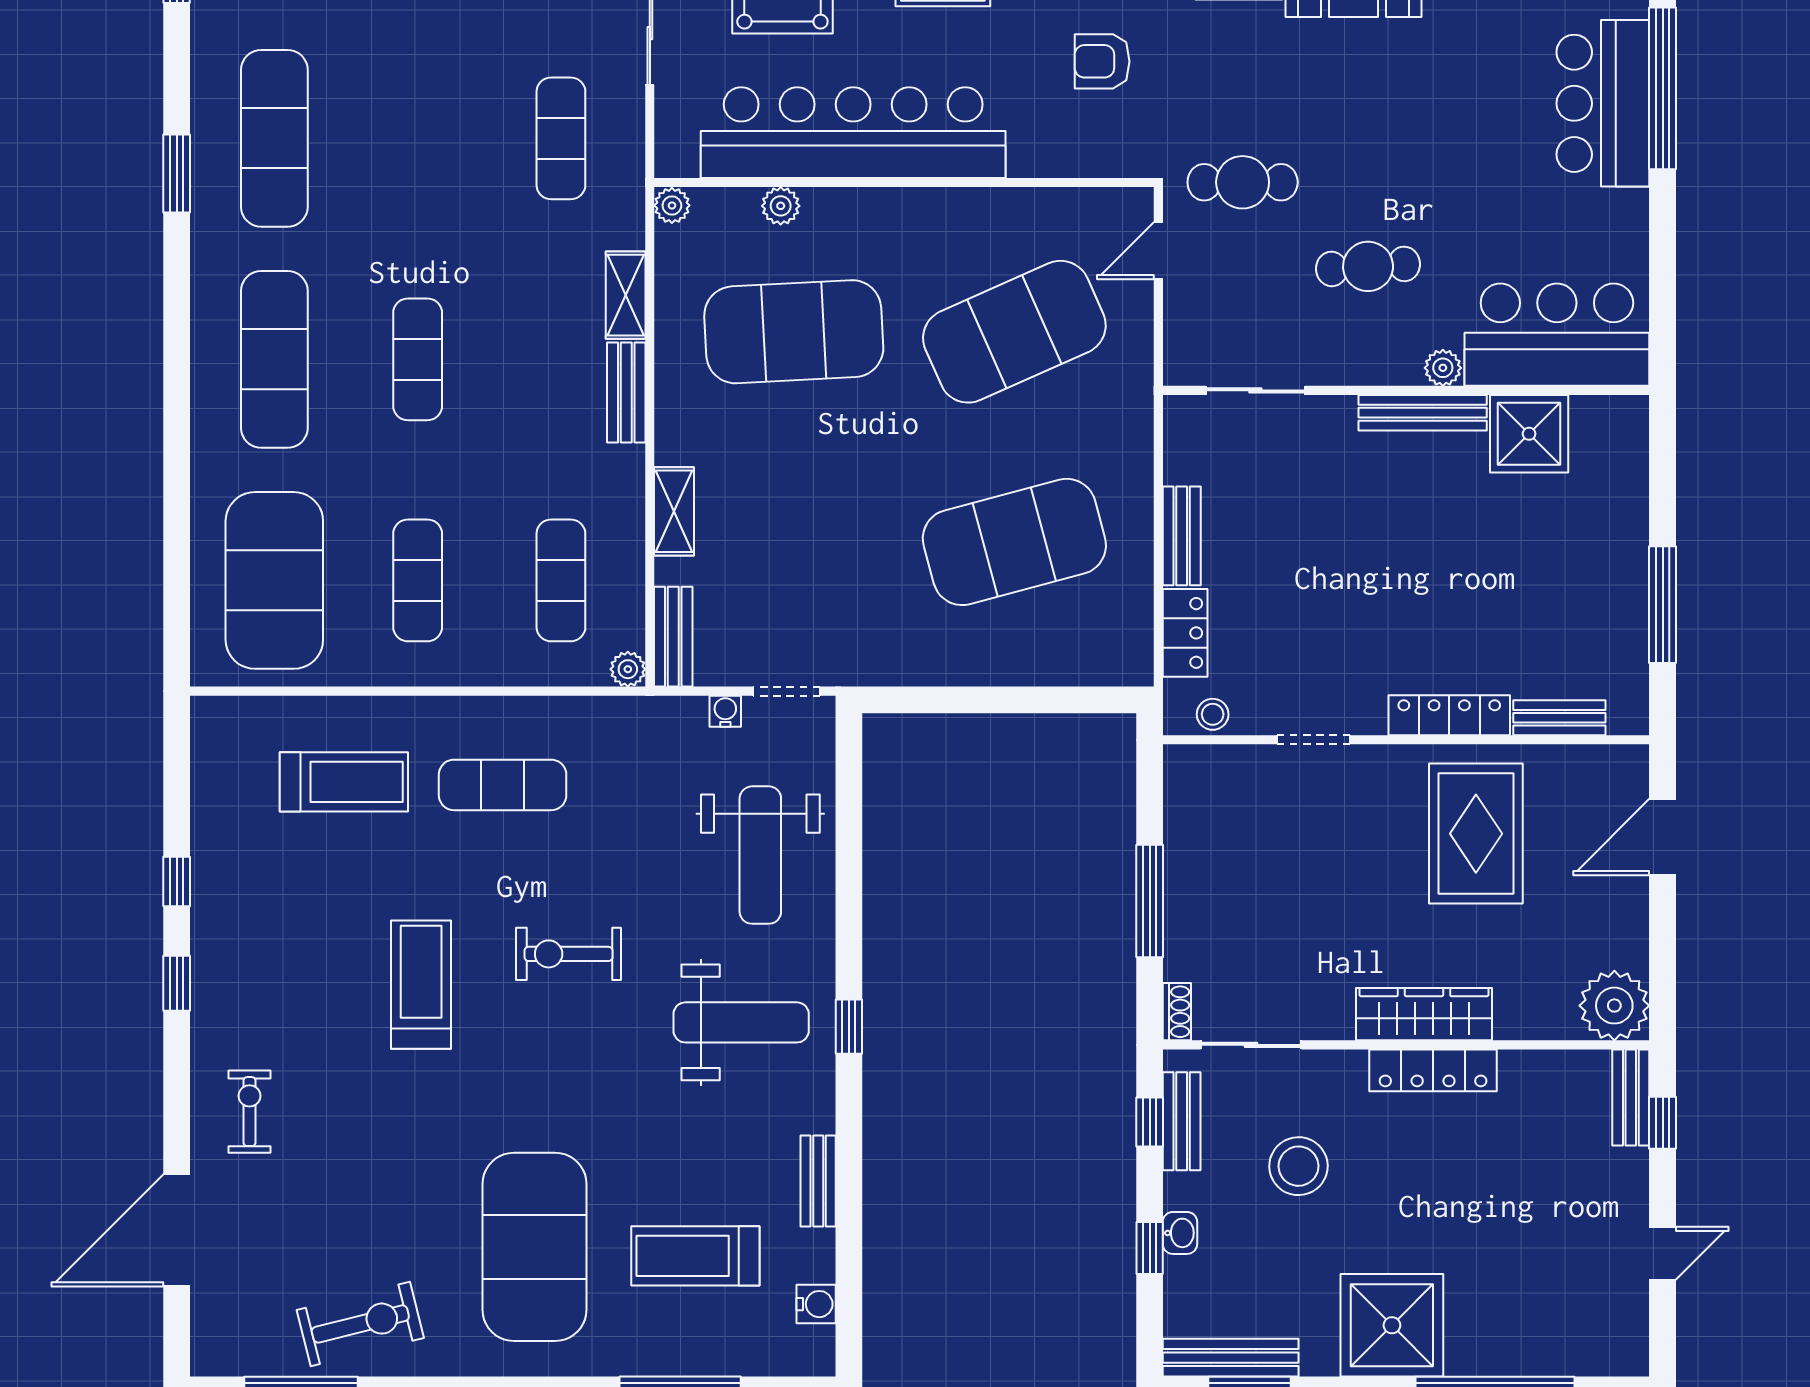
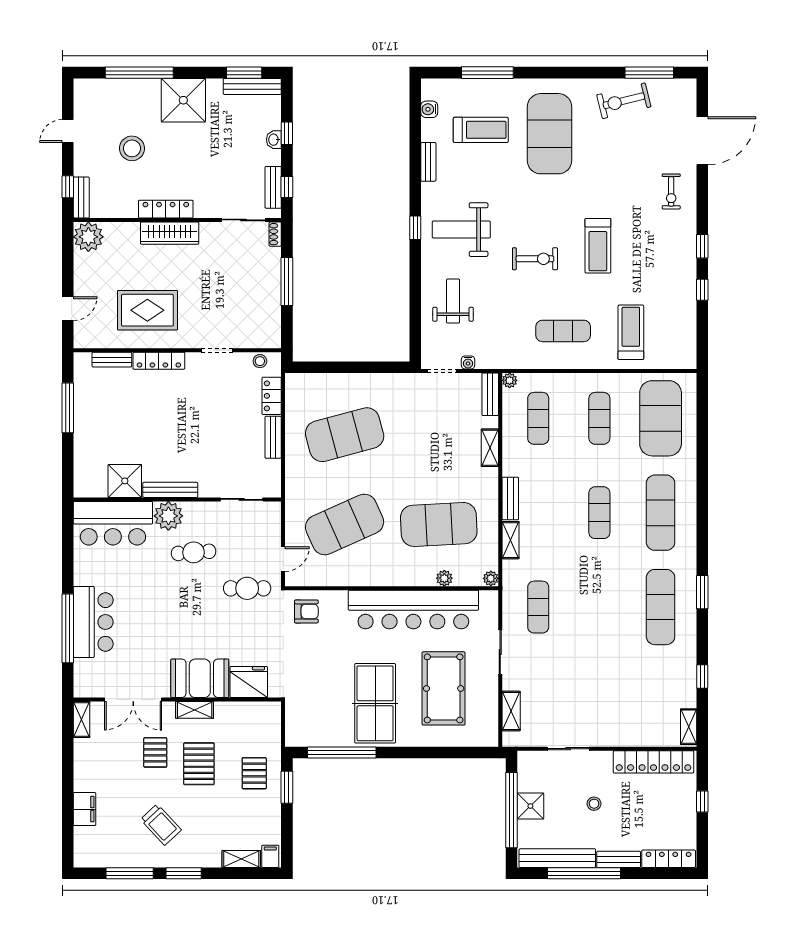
armchair: (1102, 61) -> (306, 611), moved
plant: (1443, 368) -> (168, 516), width x1.87, depth x1.87
treadmill: (344, 782) -> (631, 332), turned 90
rug: (1476, 834) -> (147, 310), turned 90
door: (1663, 837) -> (68, 309), width x0.73
weight bench: (760, 855) -> (453, 301), width x0.73, depth x0.75
stool: (1298, 1166) -> (132, 148), moved

